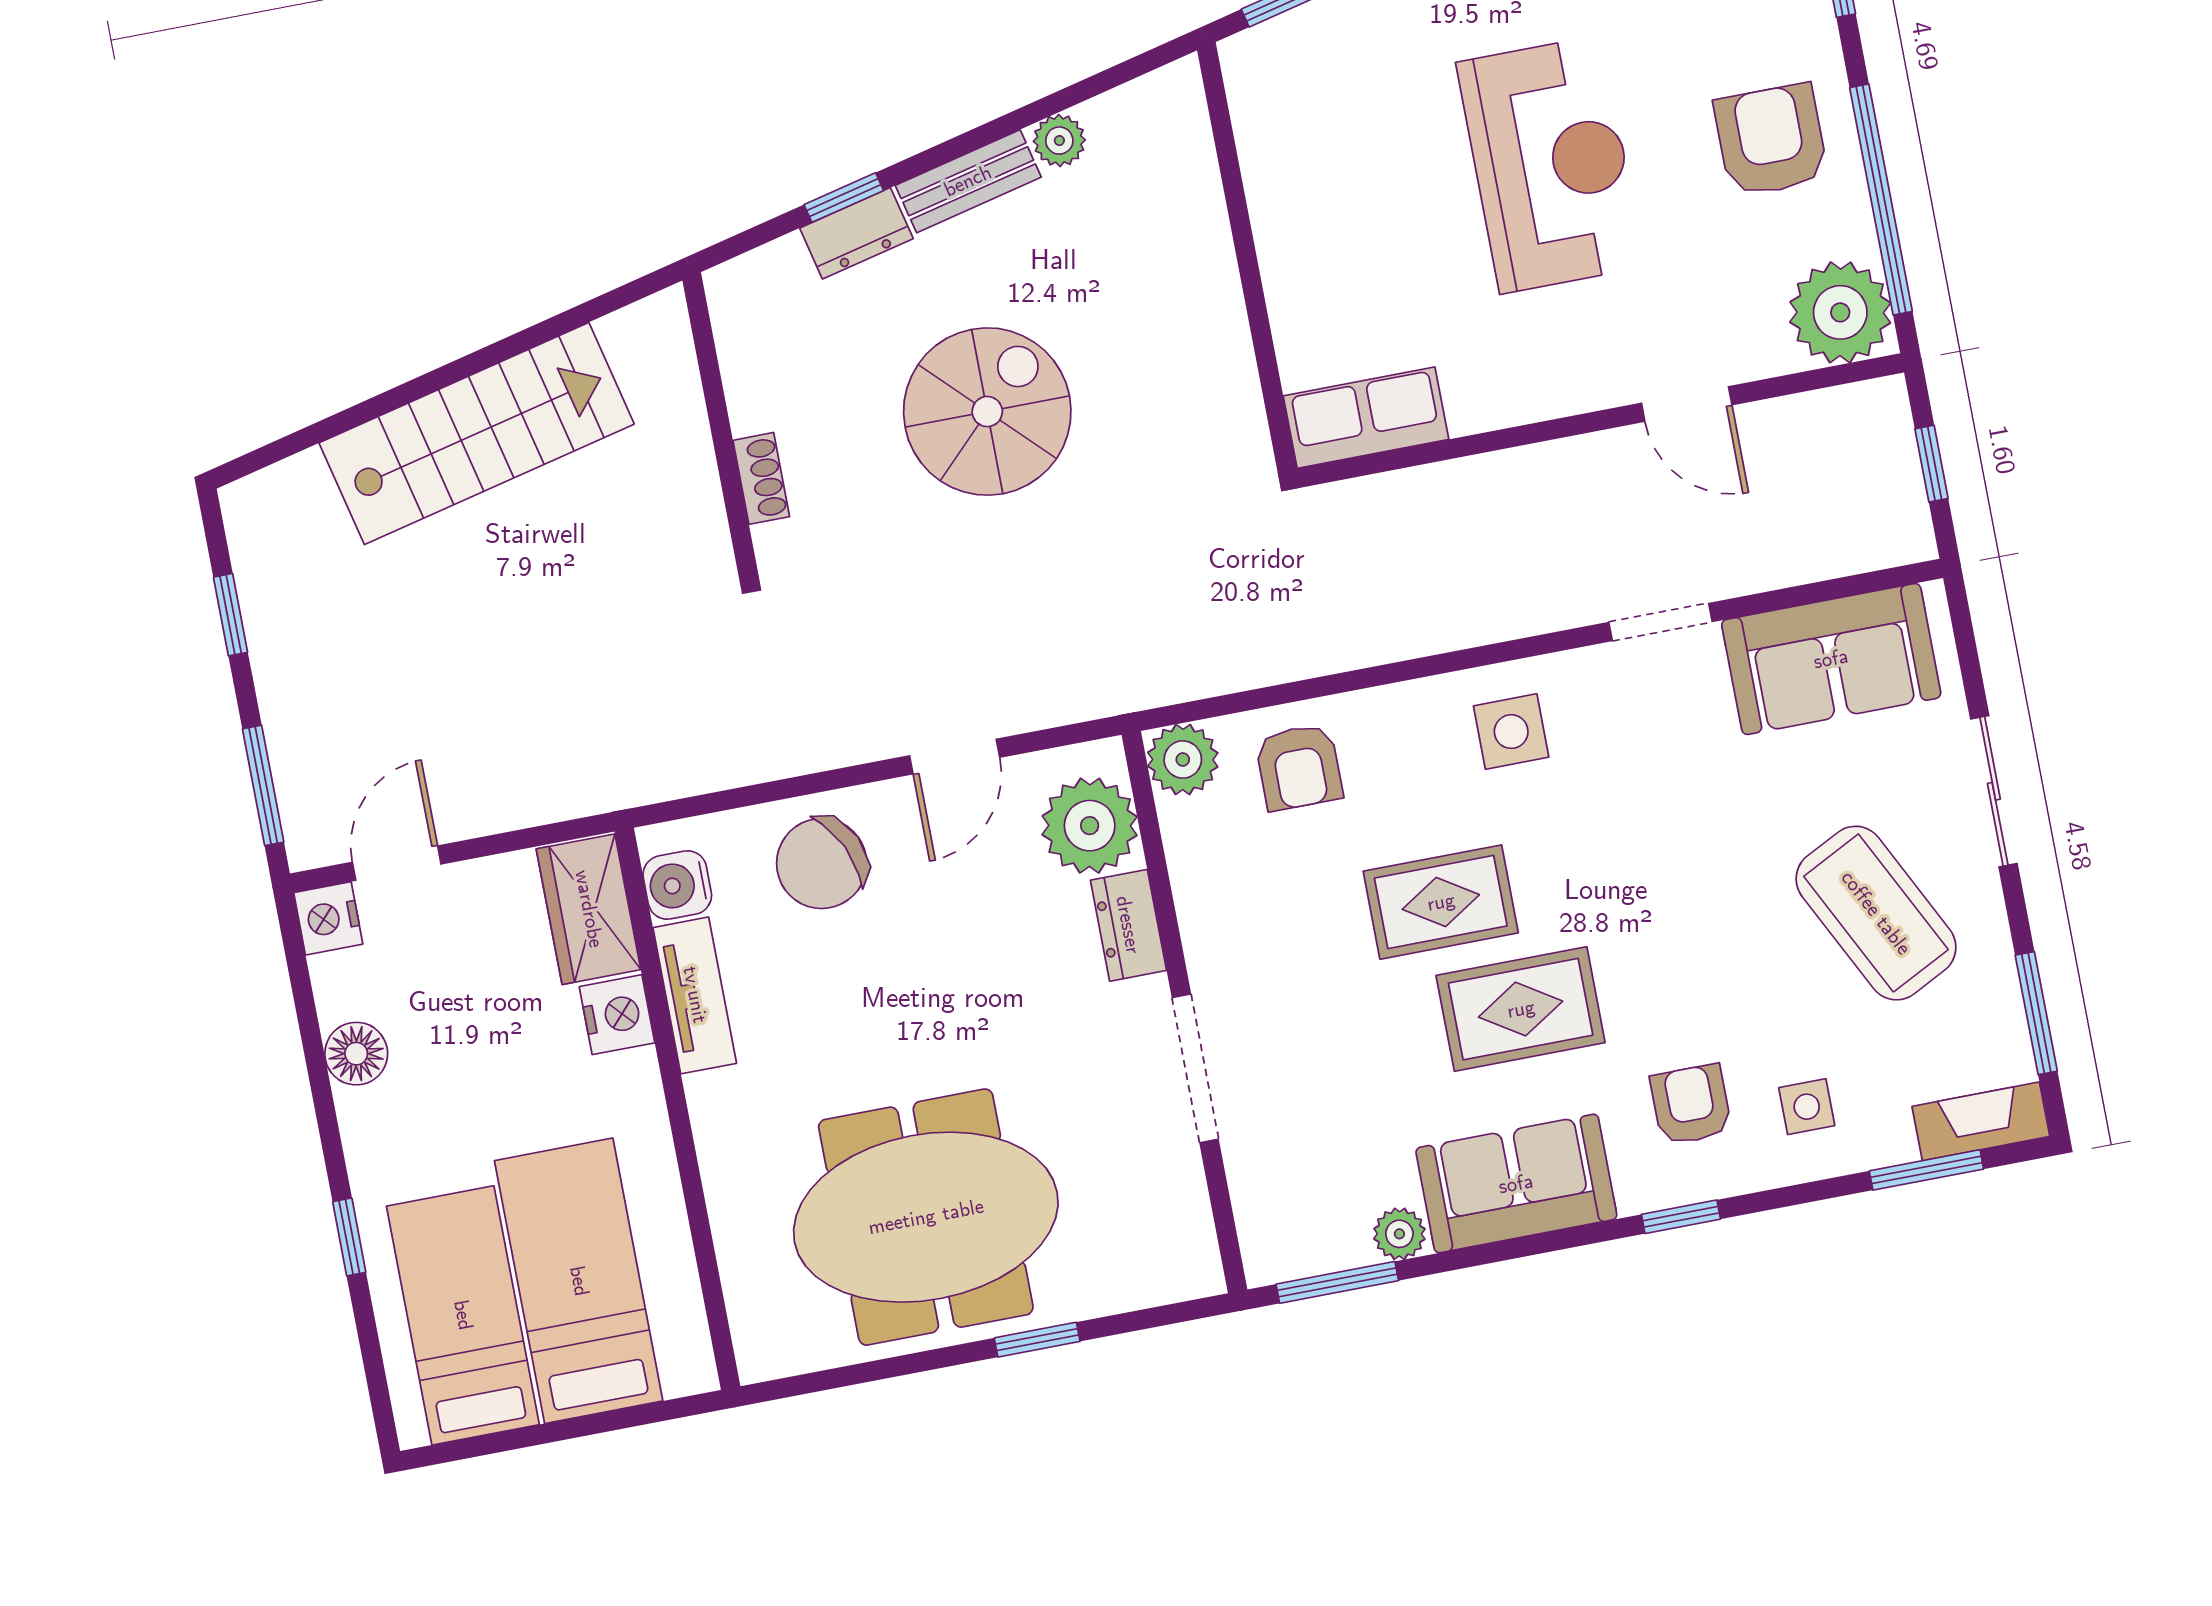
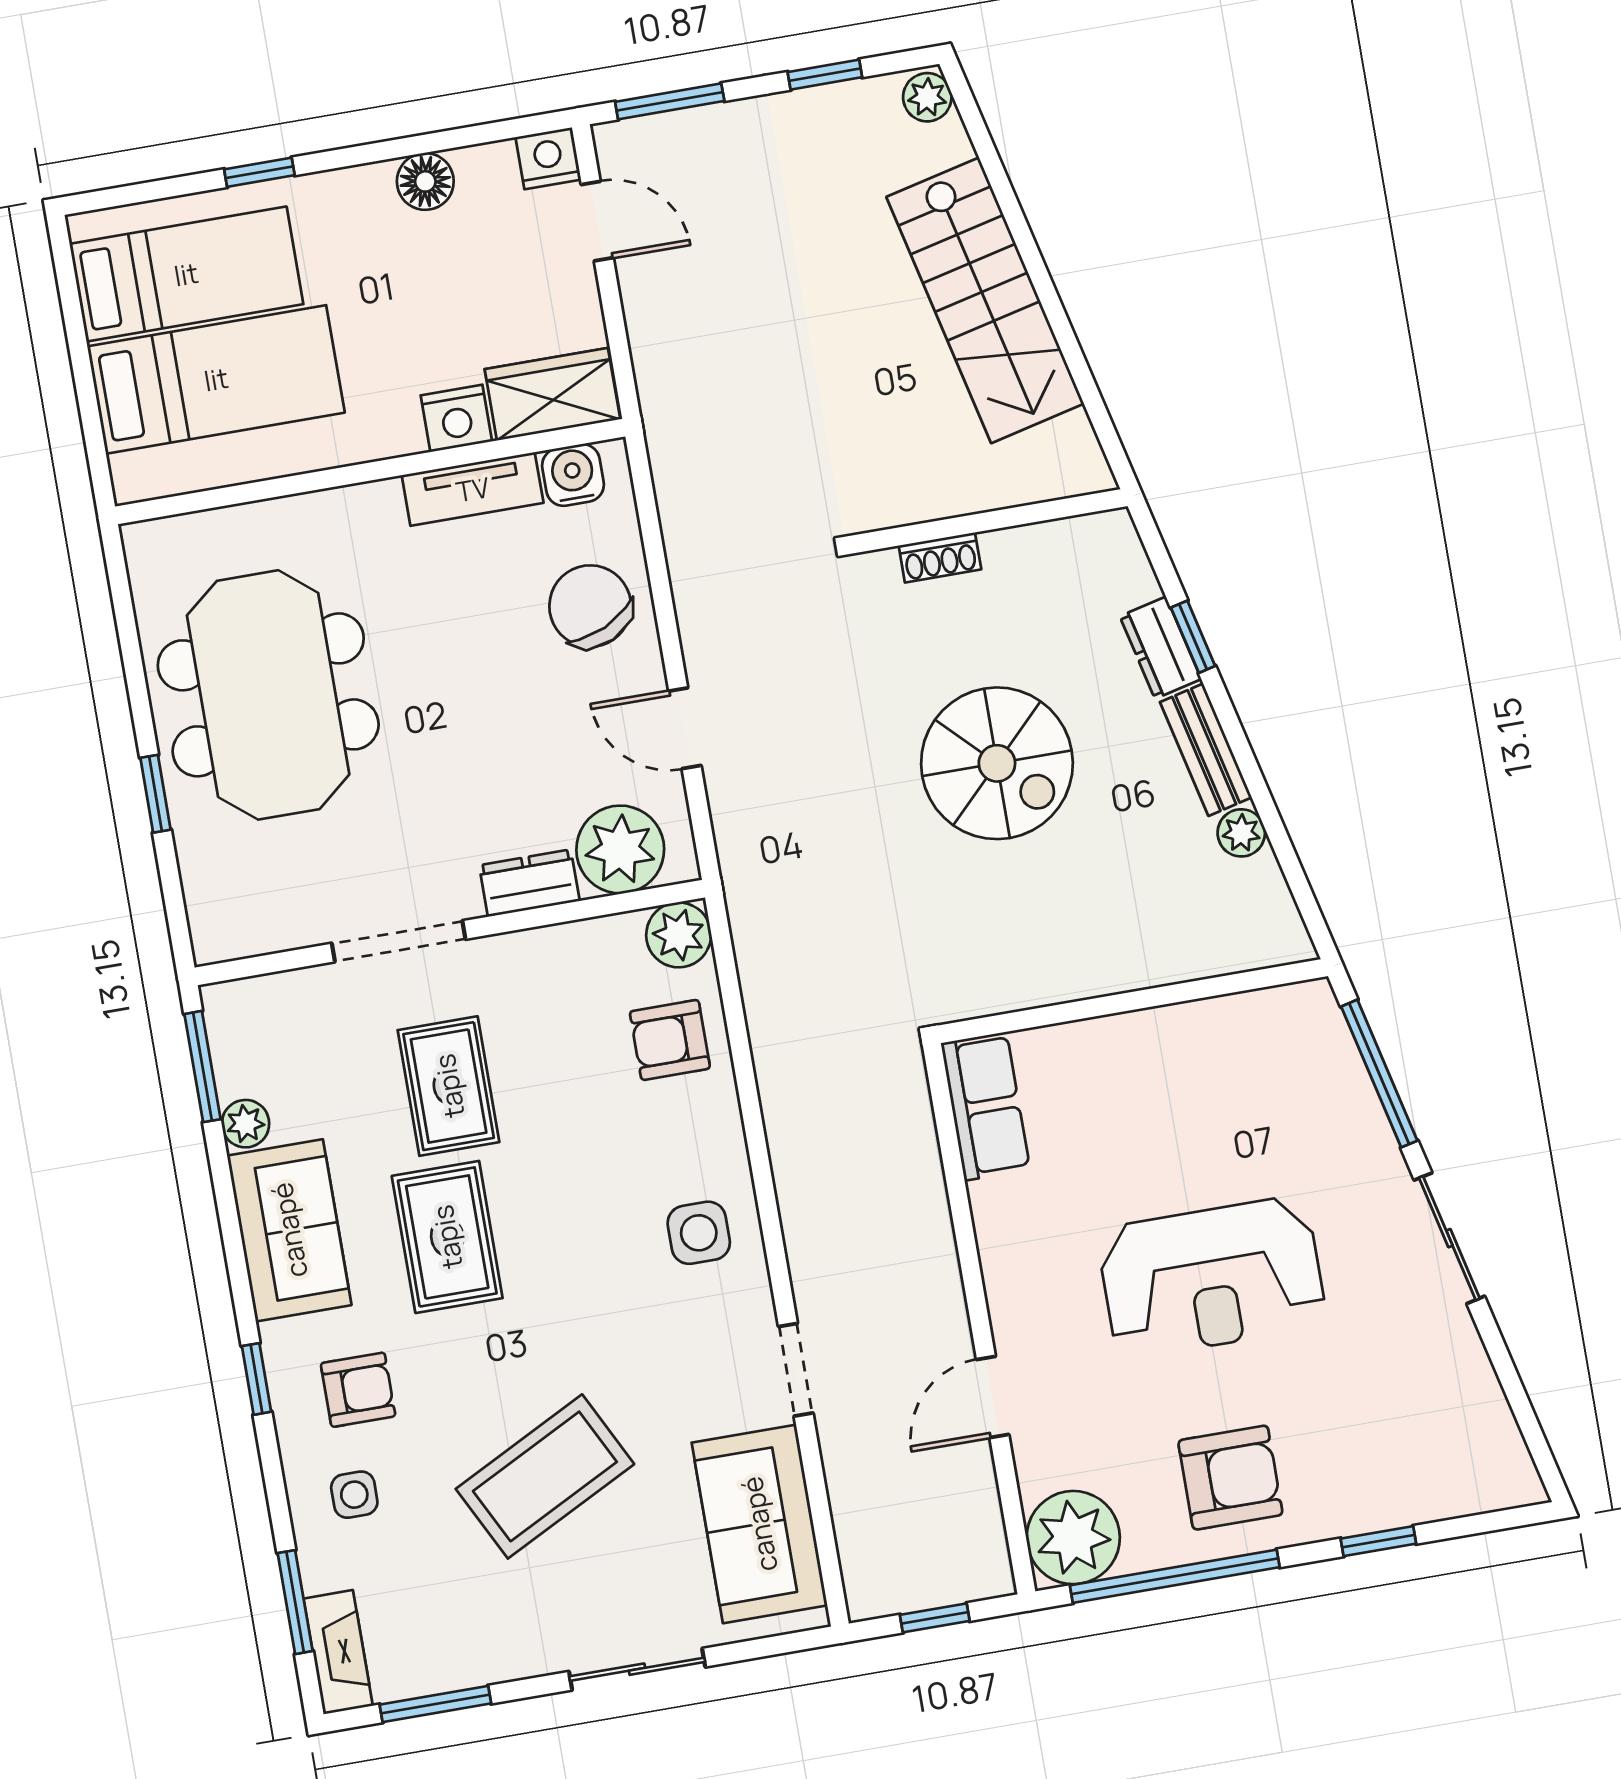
plant: (254, 501) -> (927, 97), added
rug: (1441, 902) -> (449, 1086), moved
coffee table: (1876, 913) -> (545, 1476), moved

